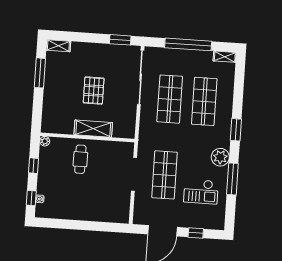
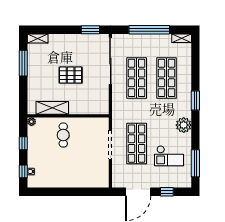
pallet: (94, 91) -> (71, 75), turned 90
shelving: (93, 129) -> (52, 108), moved
window: (232, 179) -> (195, 163), moved

